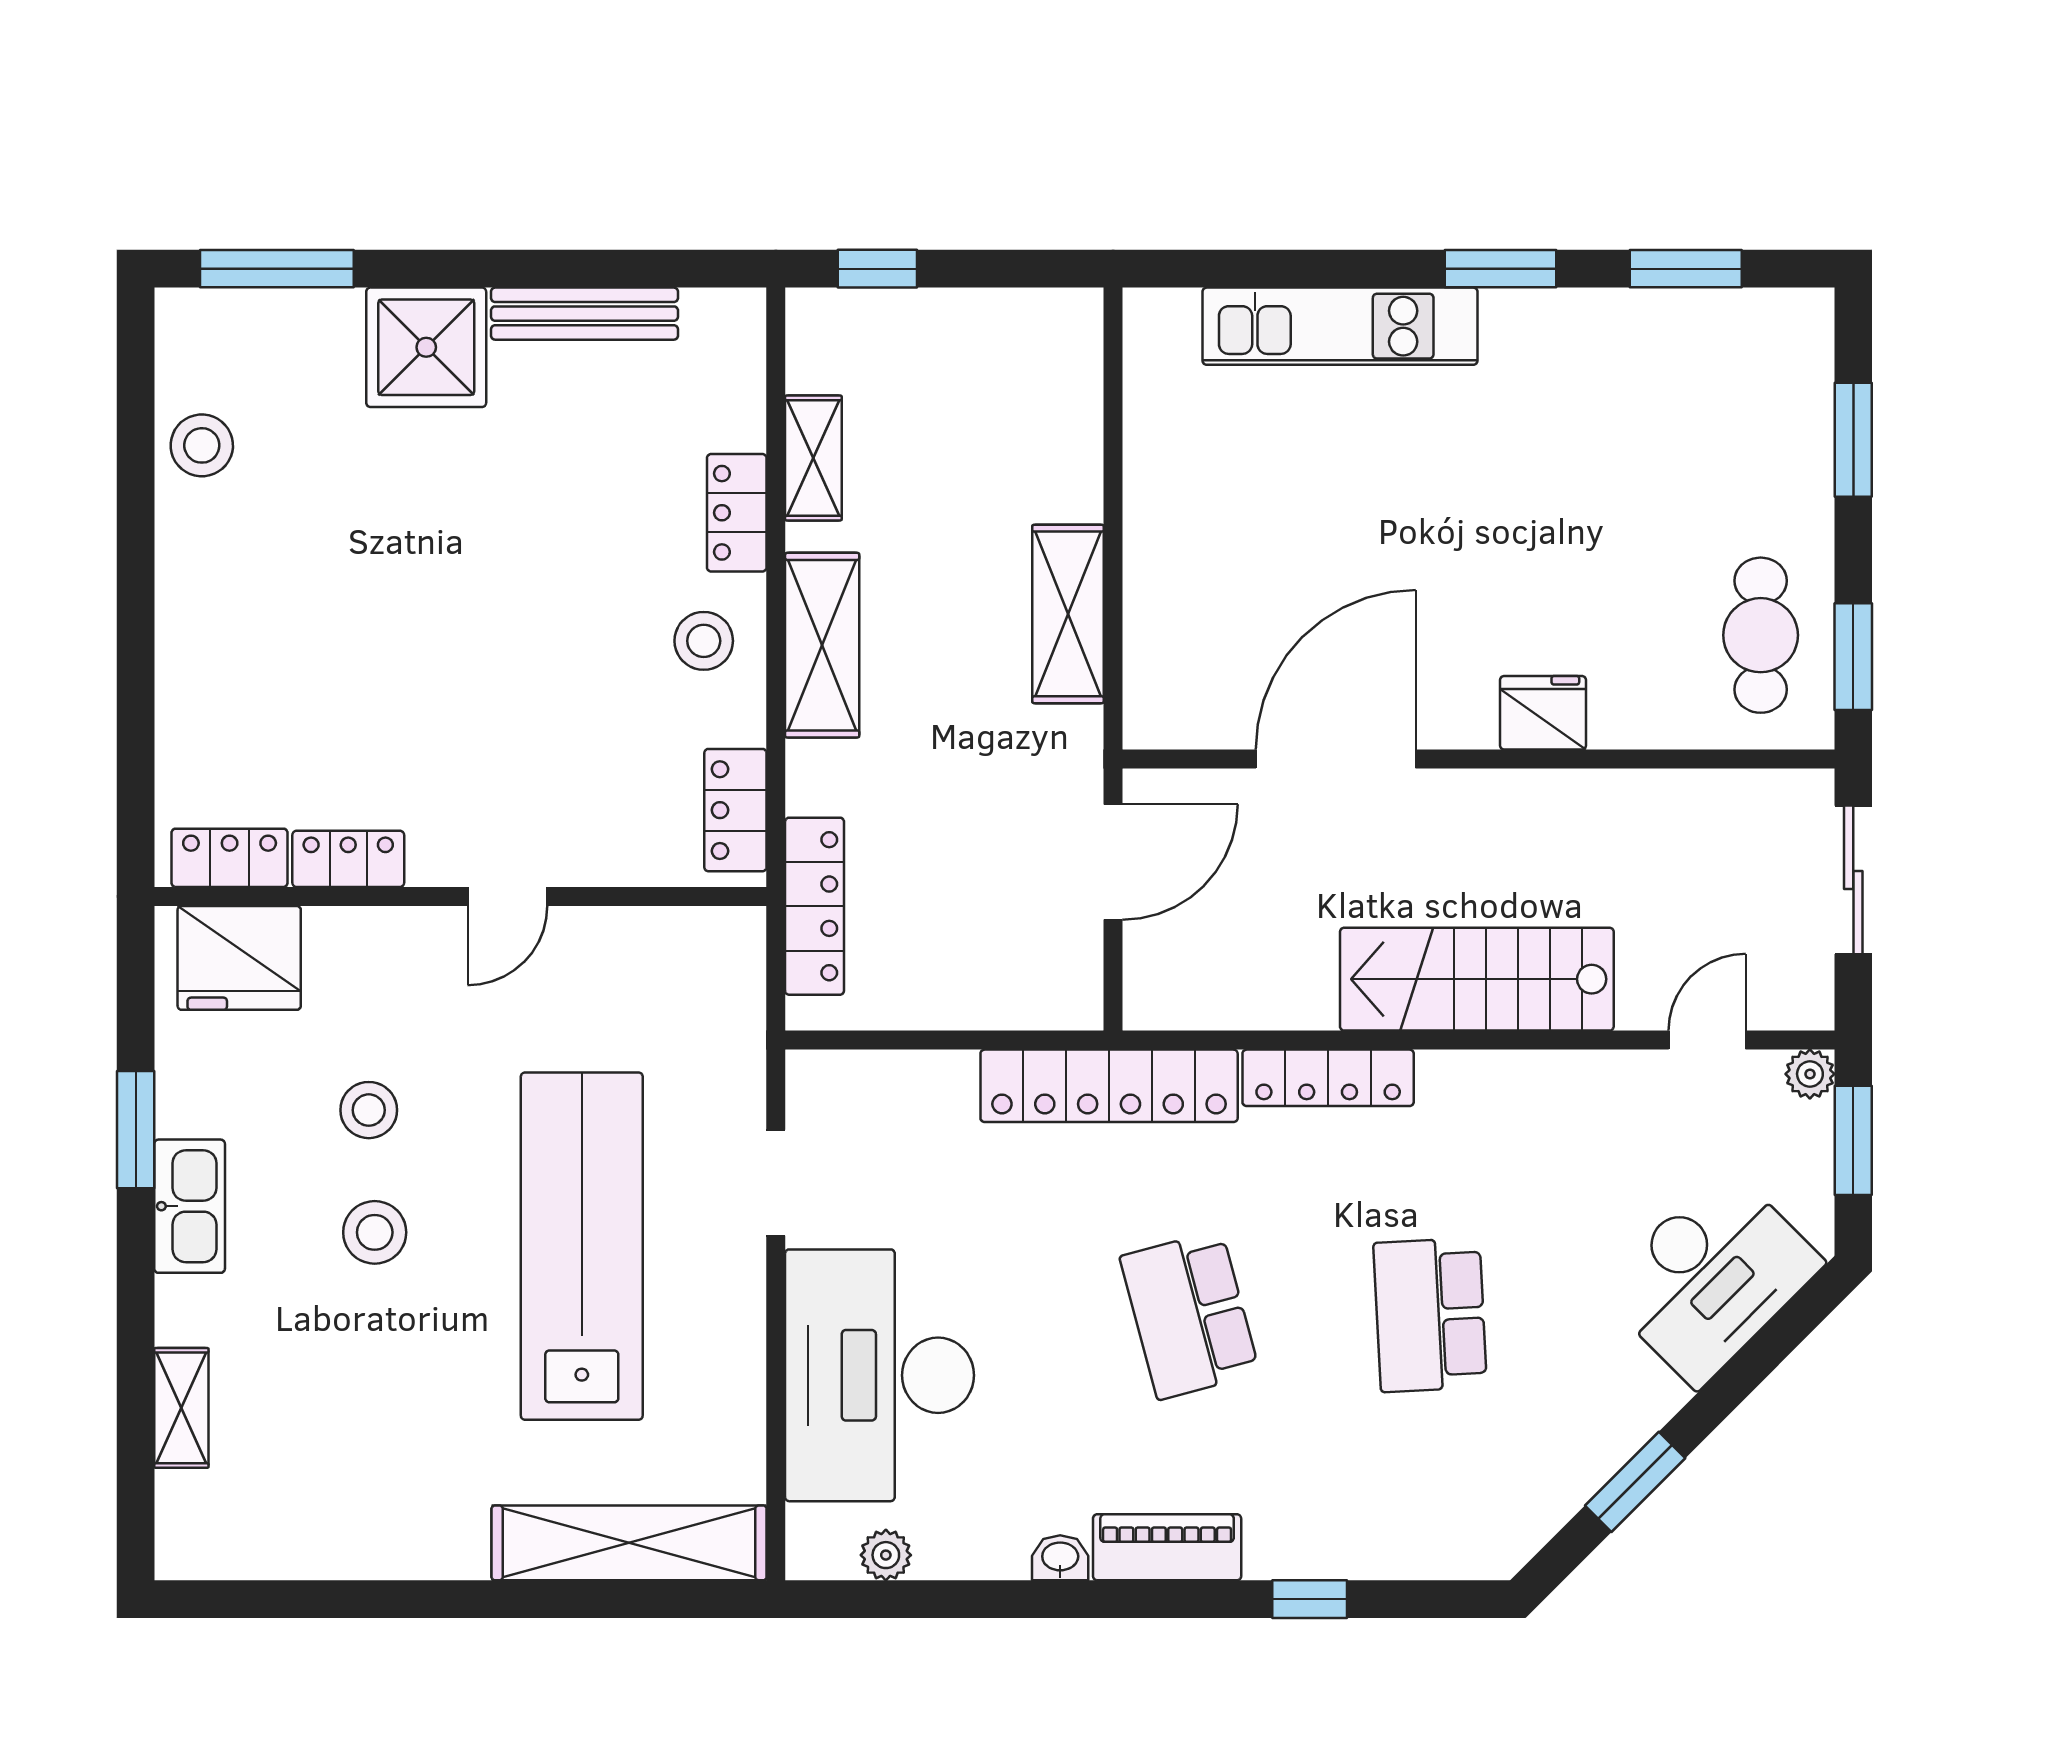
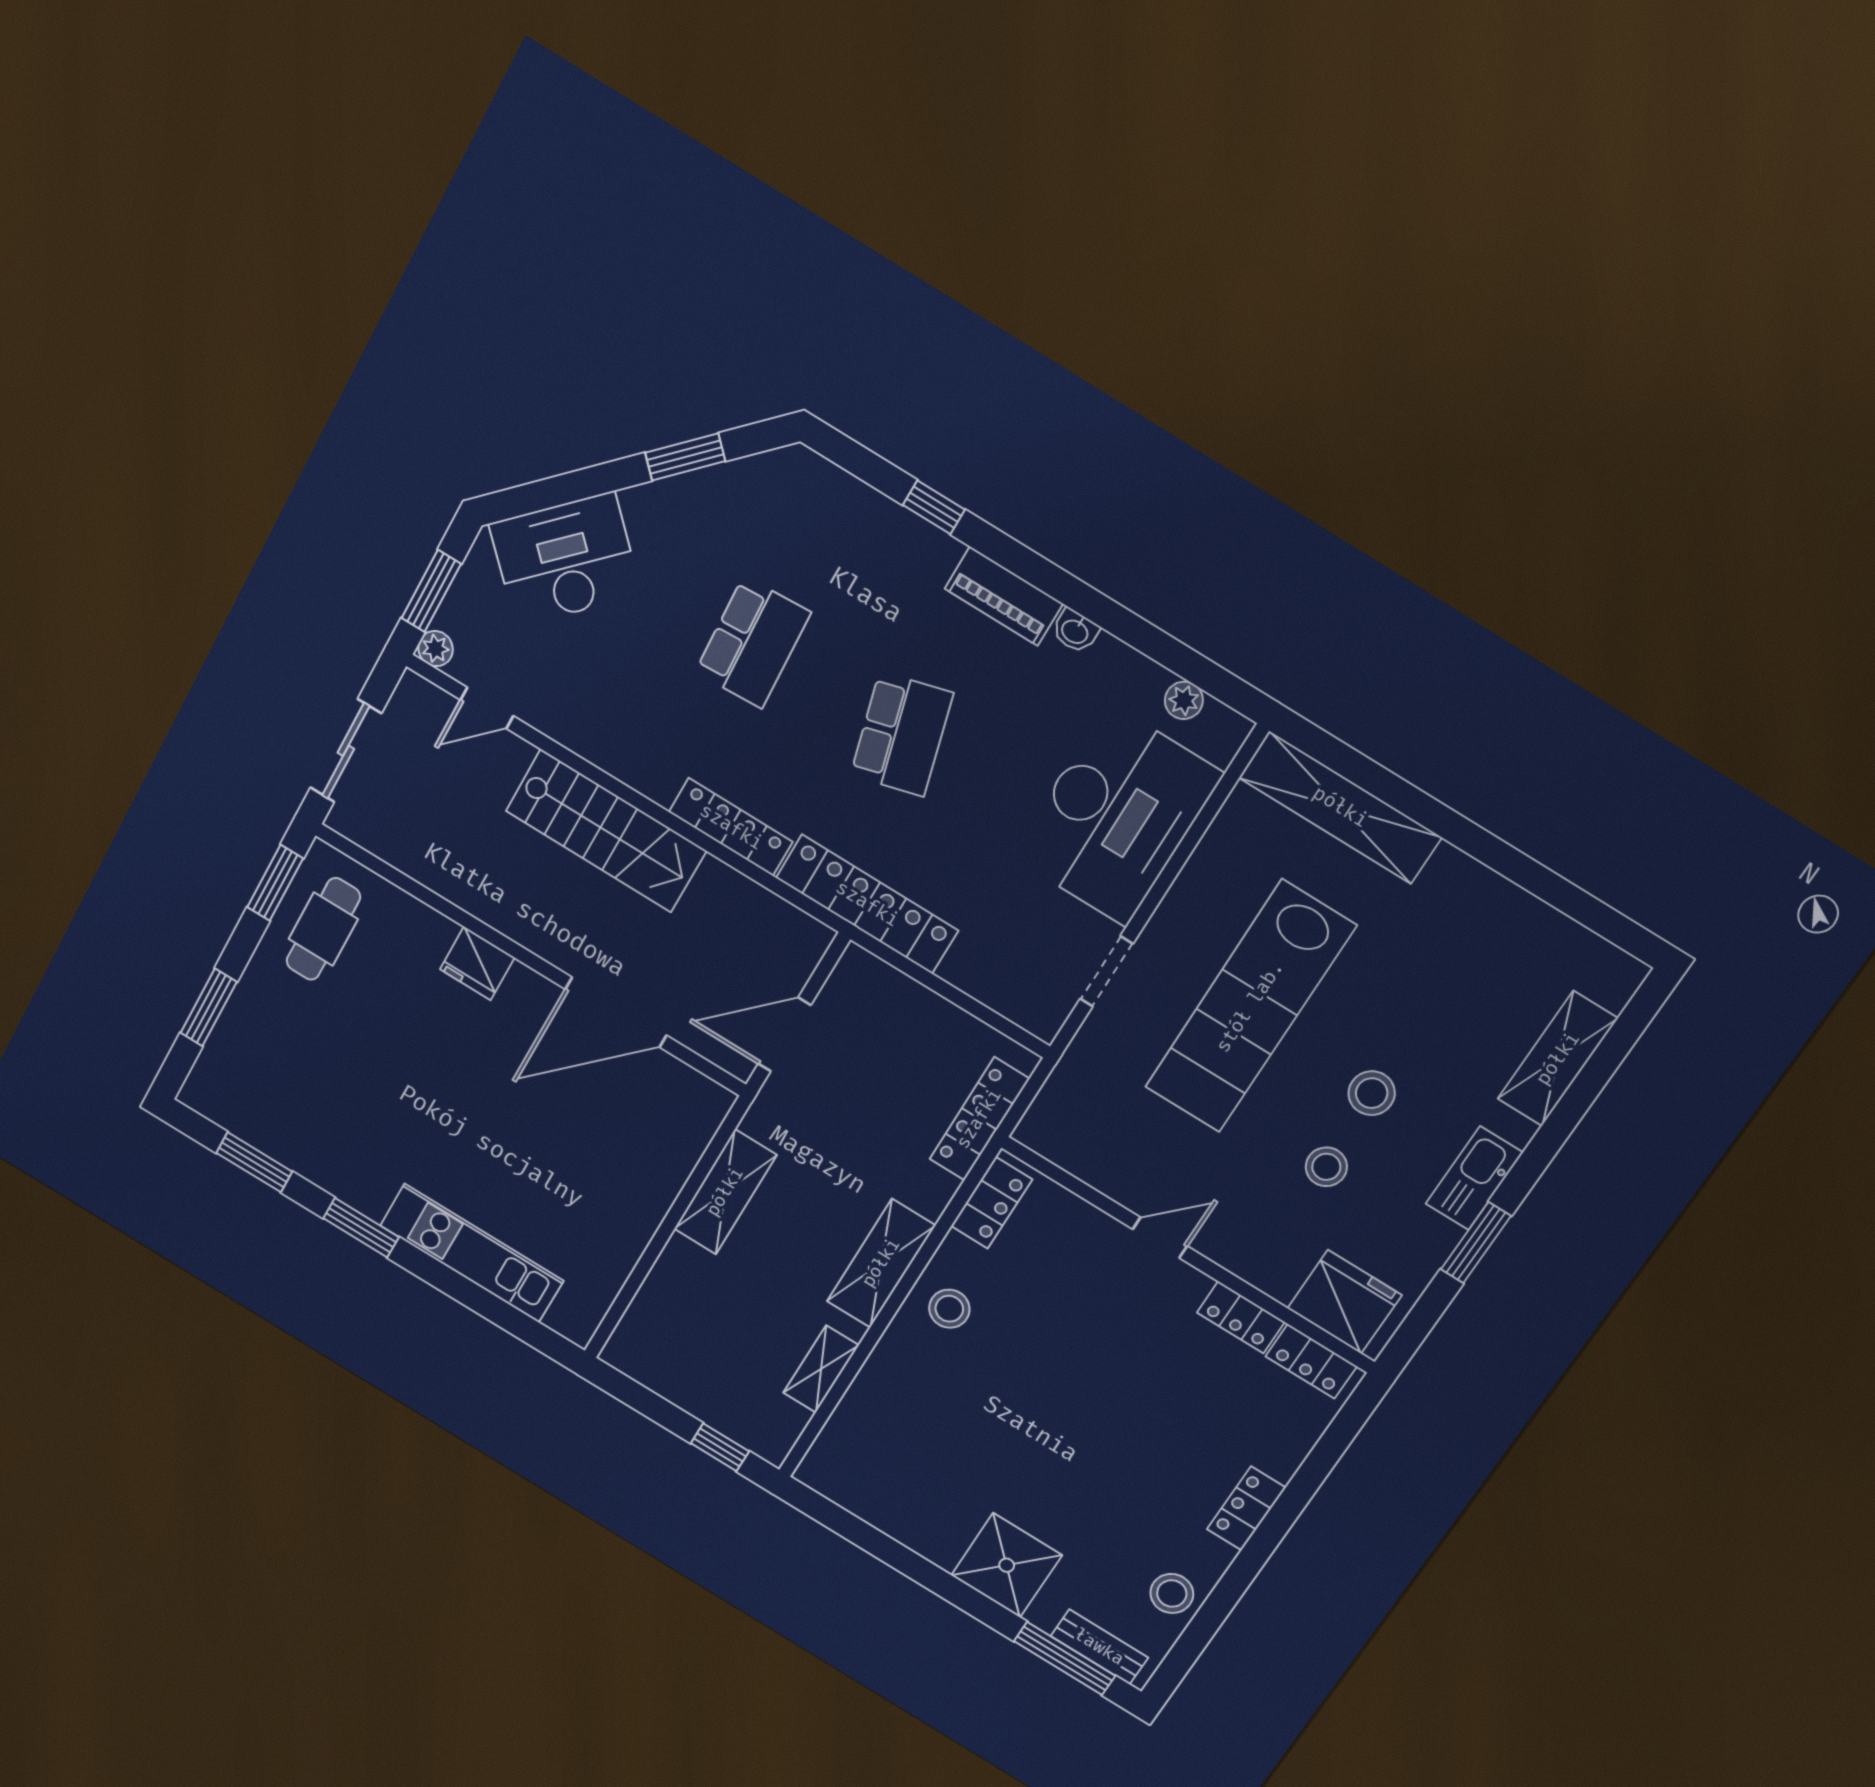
bench: (584, 314) -> (1099, 1647), moved, width x0.73
locker: (737, 513) -> (1246, 1508), moved, turned 180
shelving: (181, 1408) -> (1558, 1059), width x1.50, depth x1.33

